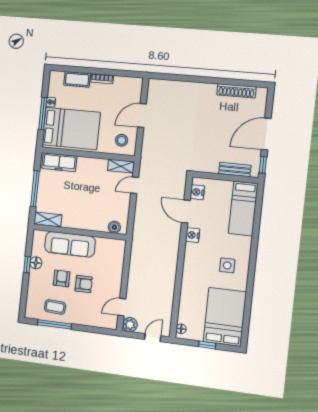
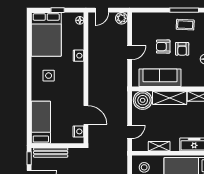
shelving: (121, 166) -> (159, 146), moved
bench: (235, 170) -> (51, 153), width x1.36
shelving: (82, 221) -> (170, 98), added
boiler: (114, 227) -> (143, 100), width x1.86, depth x1.86
nightstand: (193, 235) -> (79, 56), moved
sofa: (70, 244) -> (160, 78), moved
door: (122, 307) -> (130, 52), moved

